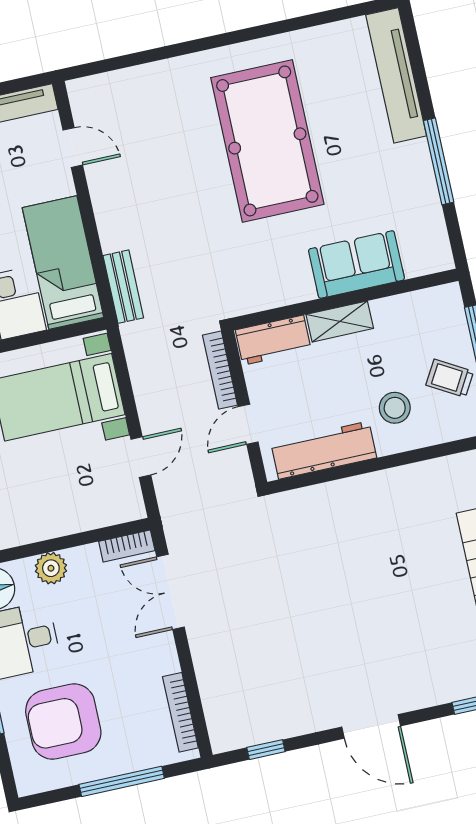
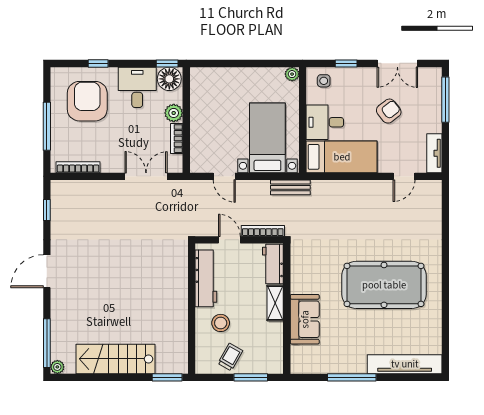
bench: (123, 287) -> (290, 187), moved
bookcase: (127, 546) -> (177, 139), moved

